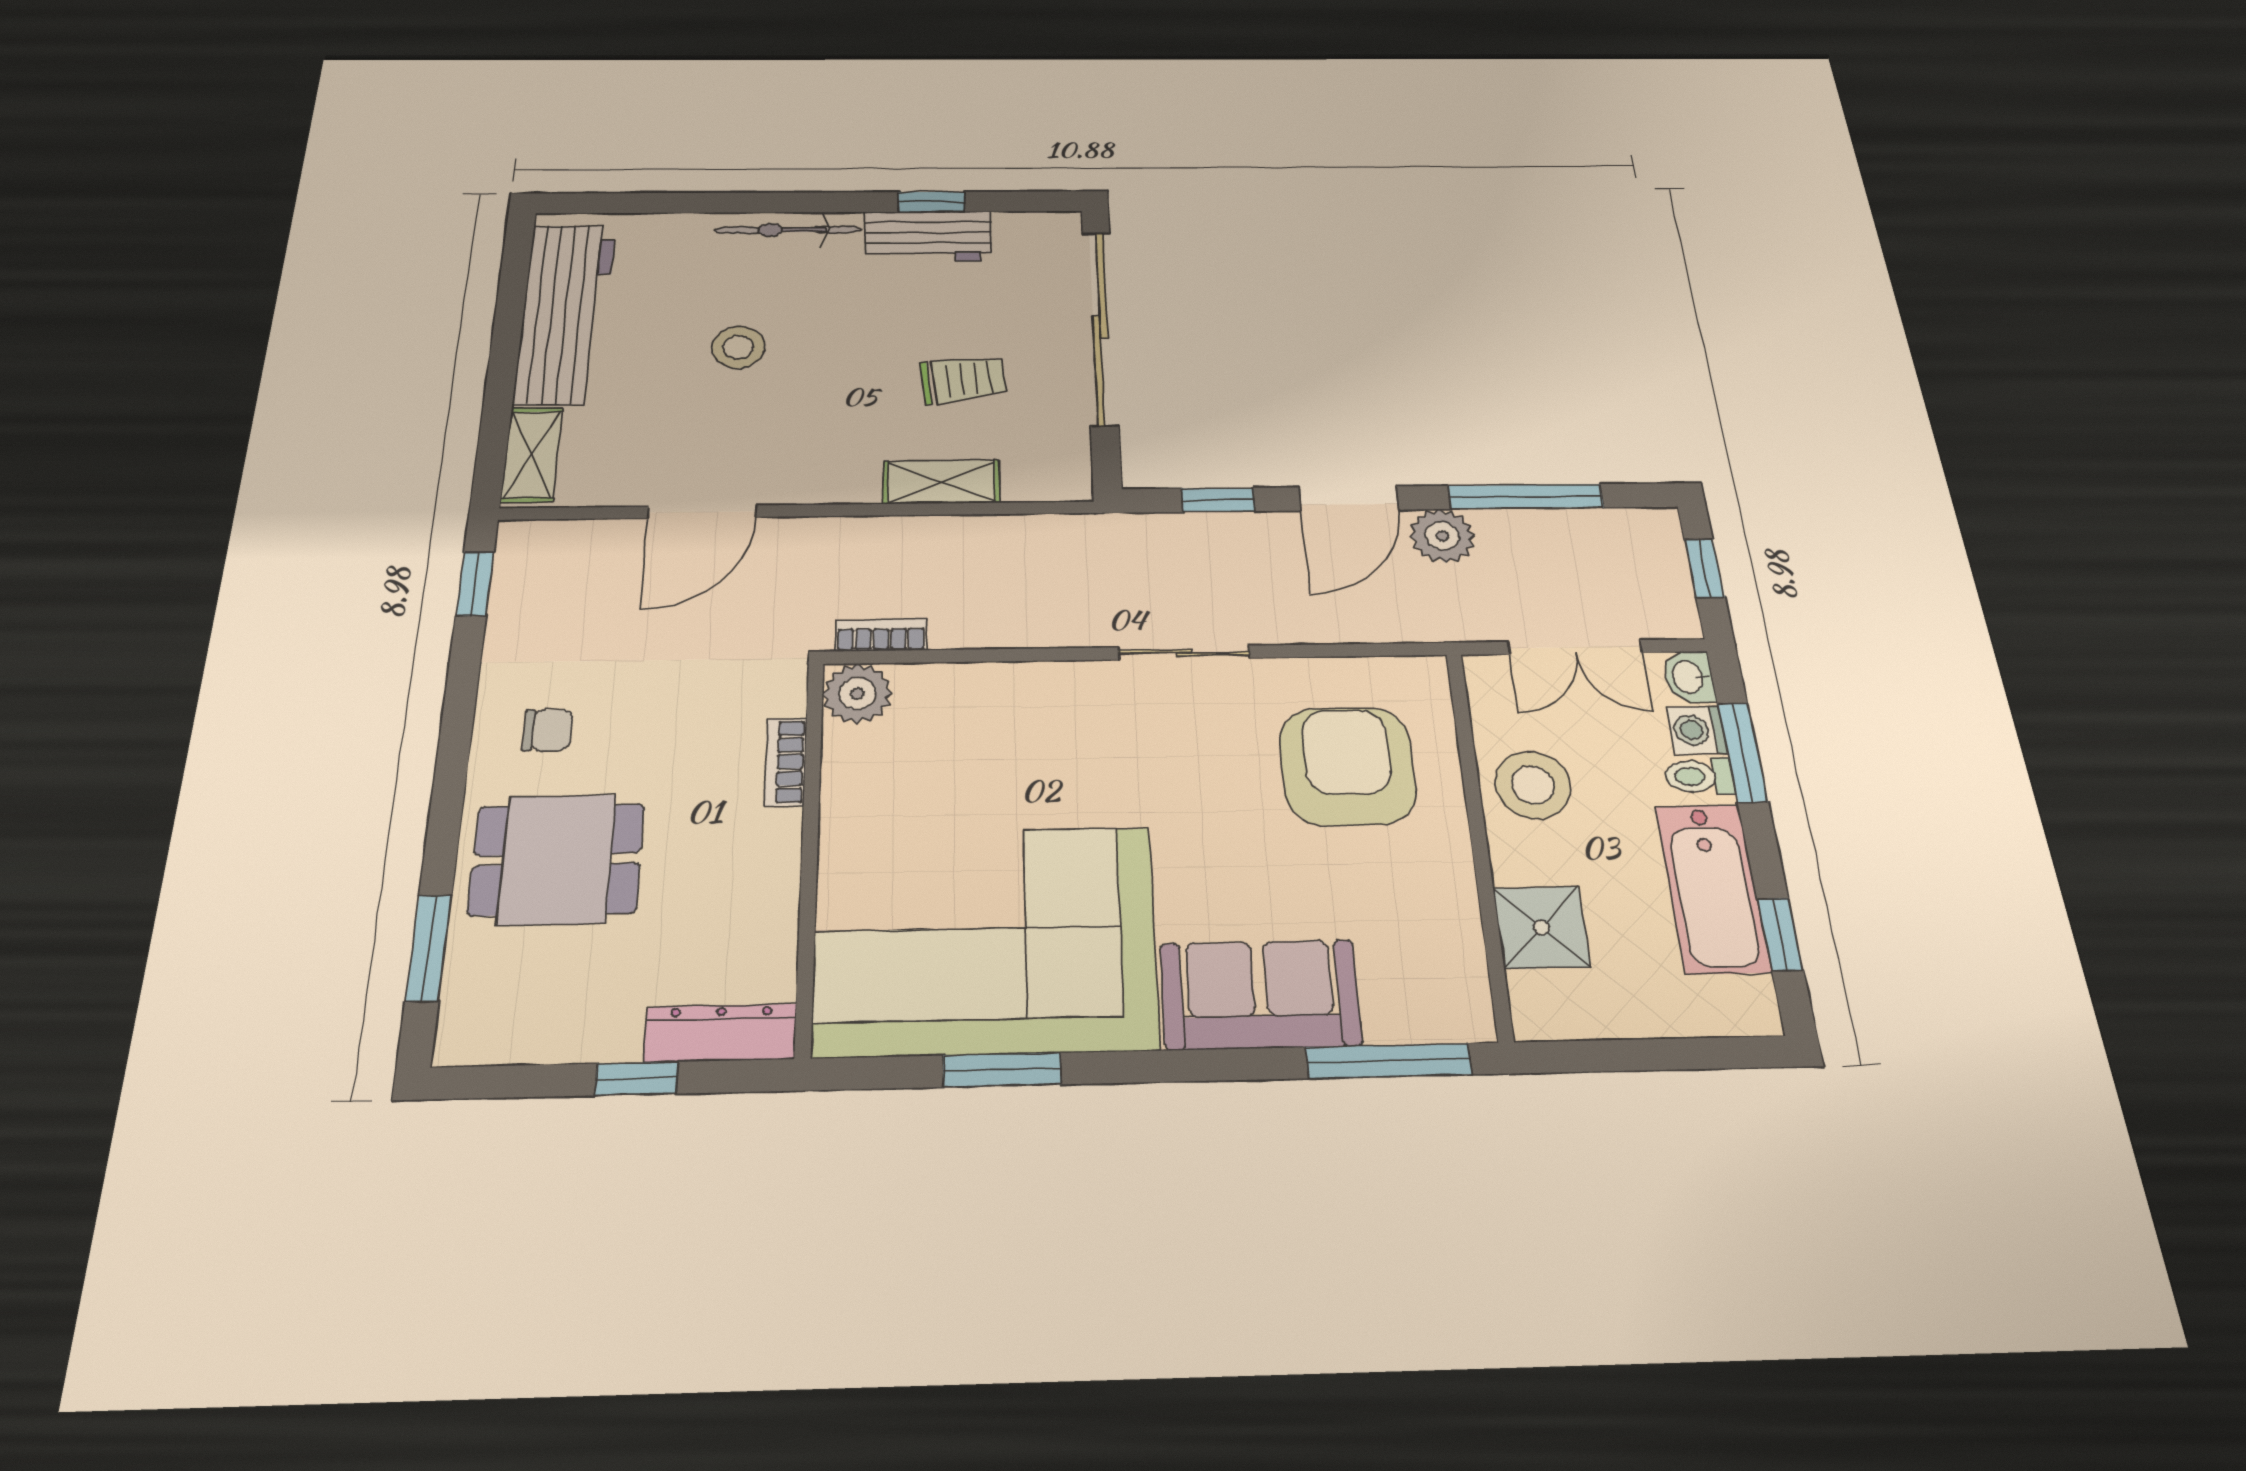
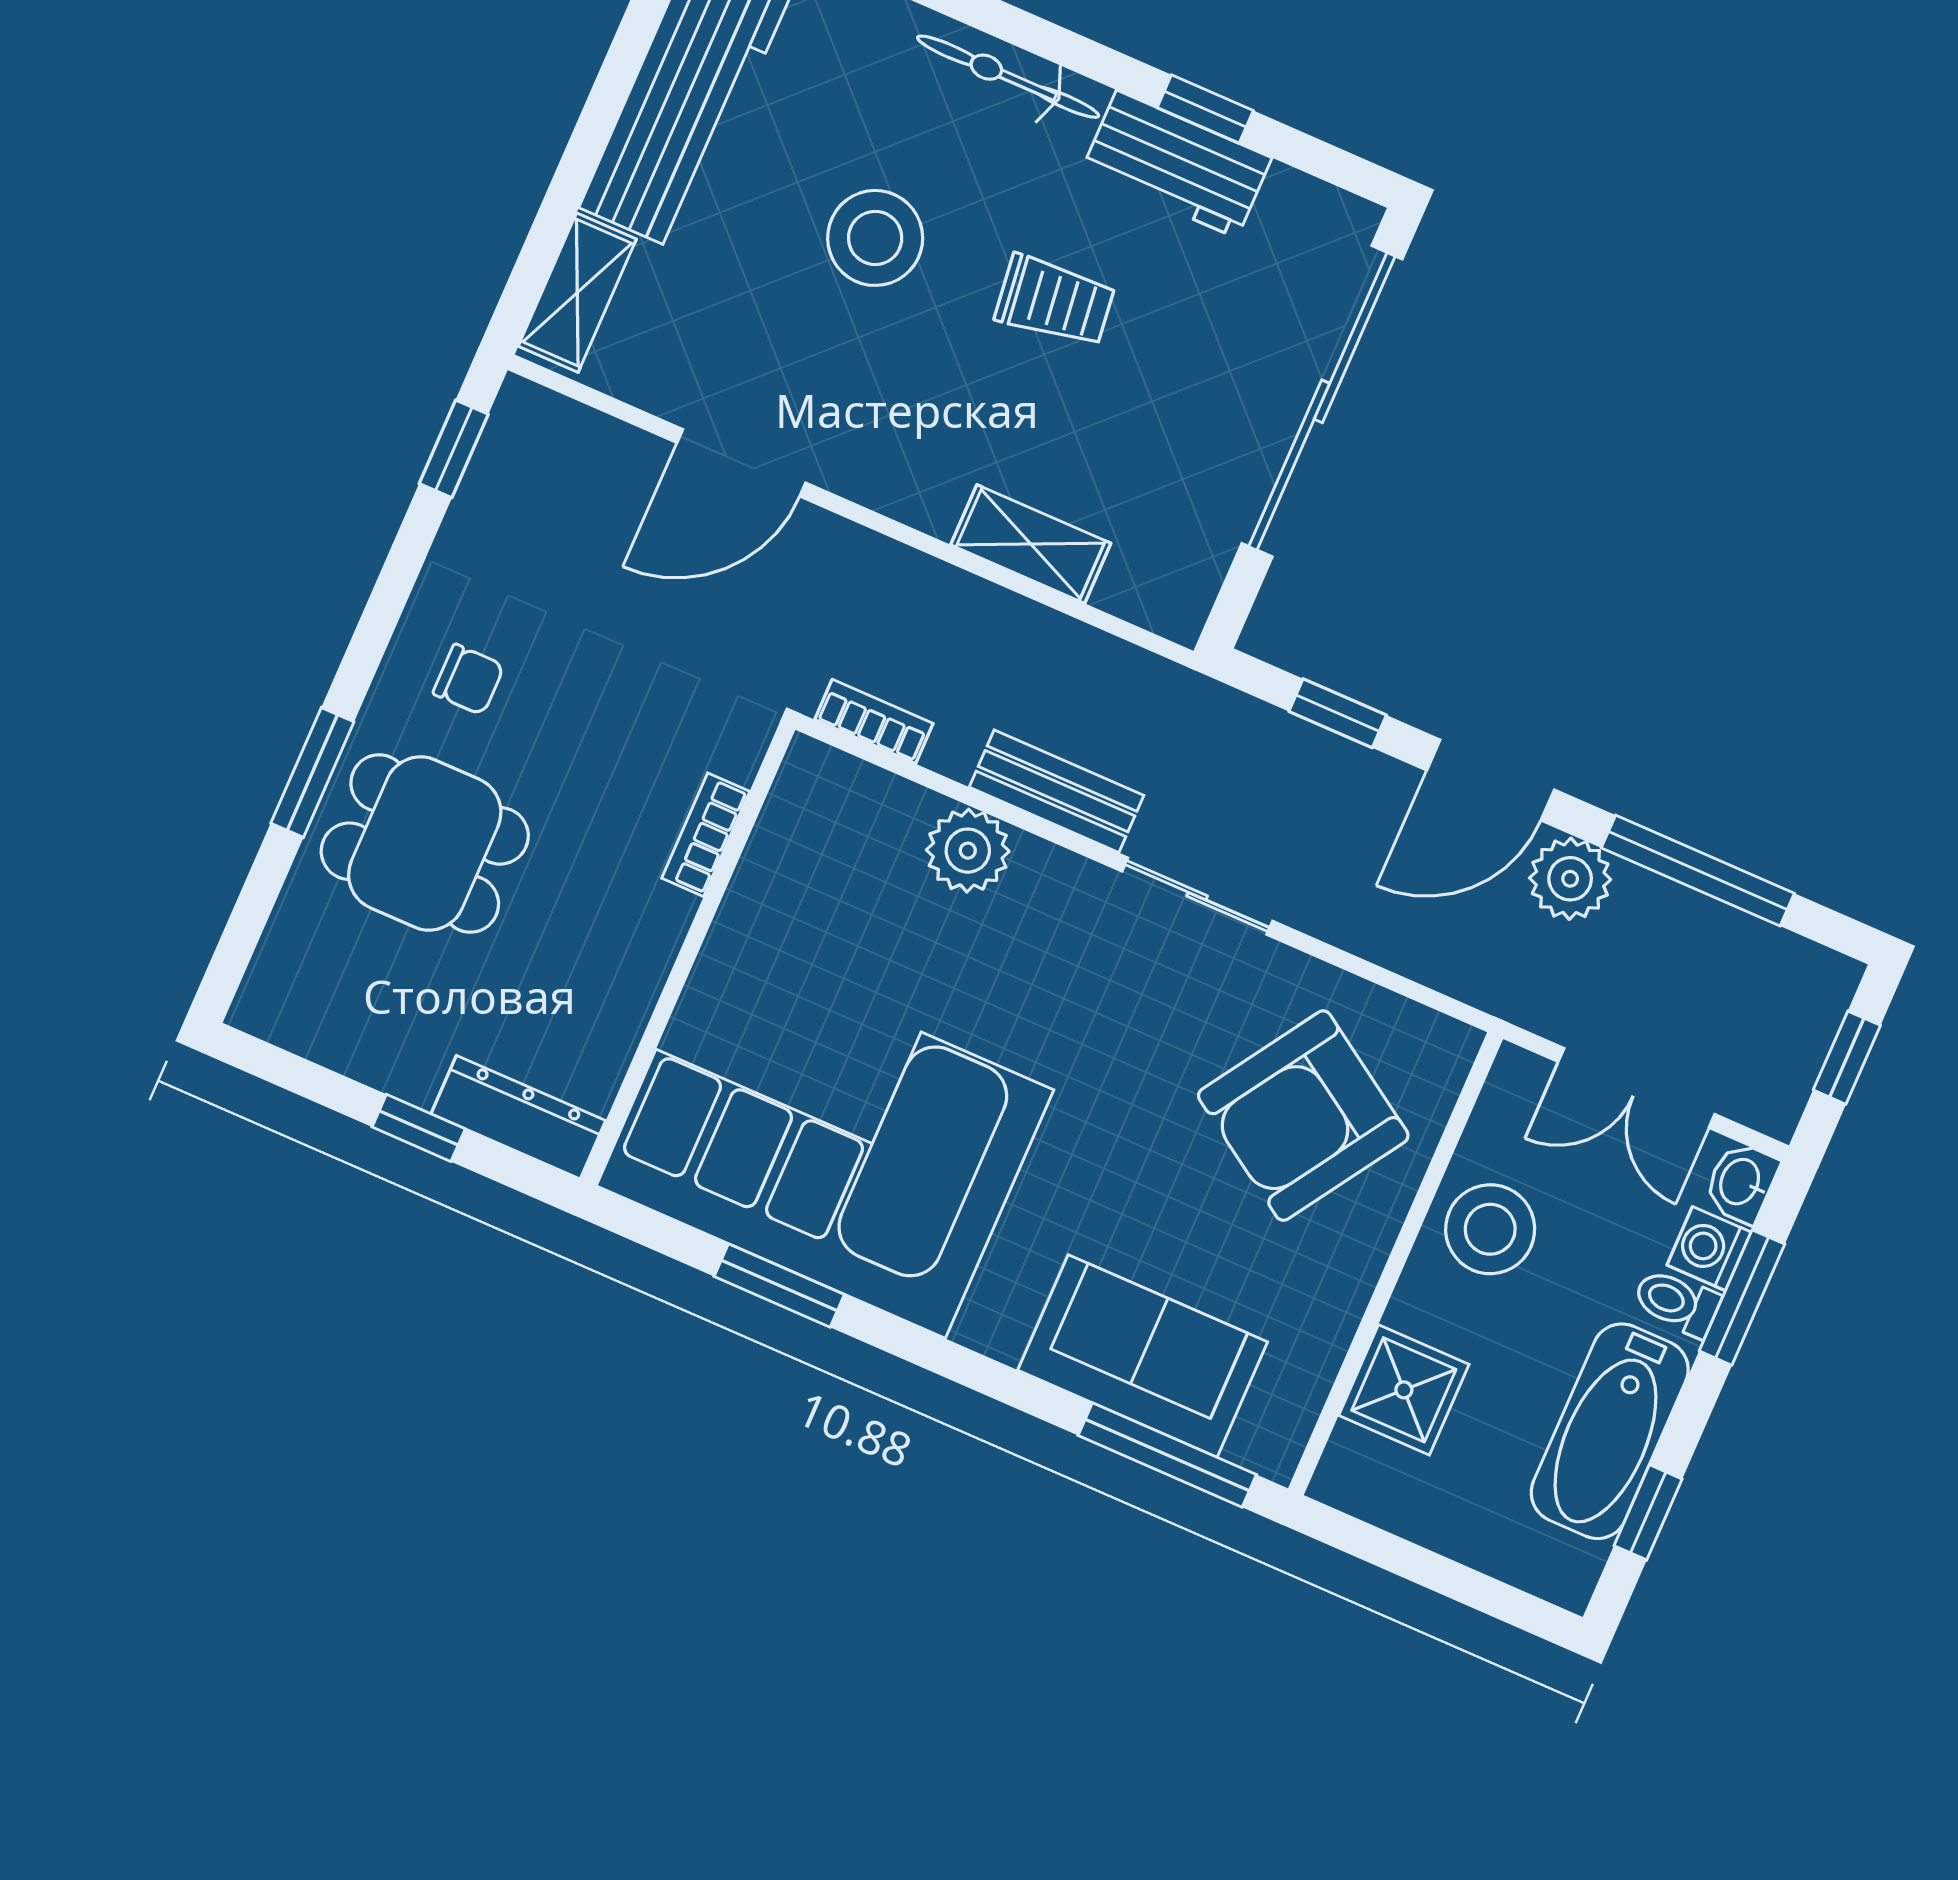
stool: (738, 347) -> (875, 238), width x1.38, depth x1.38
trolley: (963, 379) -> (1055, 301), moved
bench: (1042, 627) -> (1057, 791), added
plant: (857, 694) -> (968, 851), moved
armchair: (1348, 766) -> (1303, 1116), turned -147
window: (429, 948) -> (312, 773), moved
sofa: (1260, 994) -> (1143, 1356), moved

